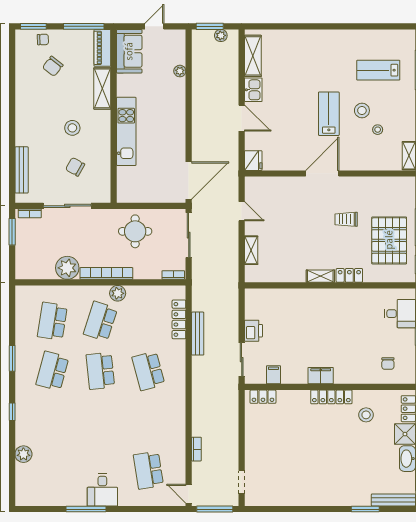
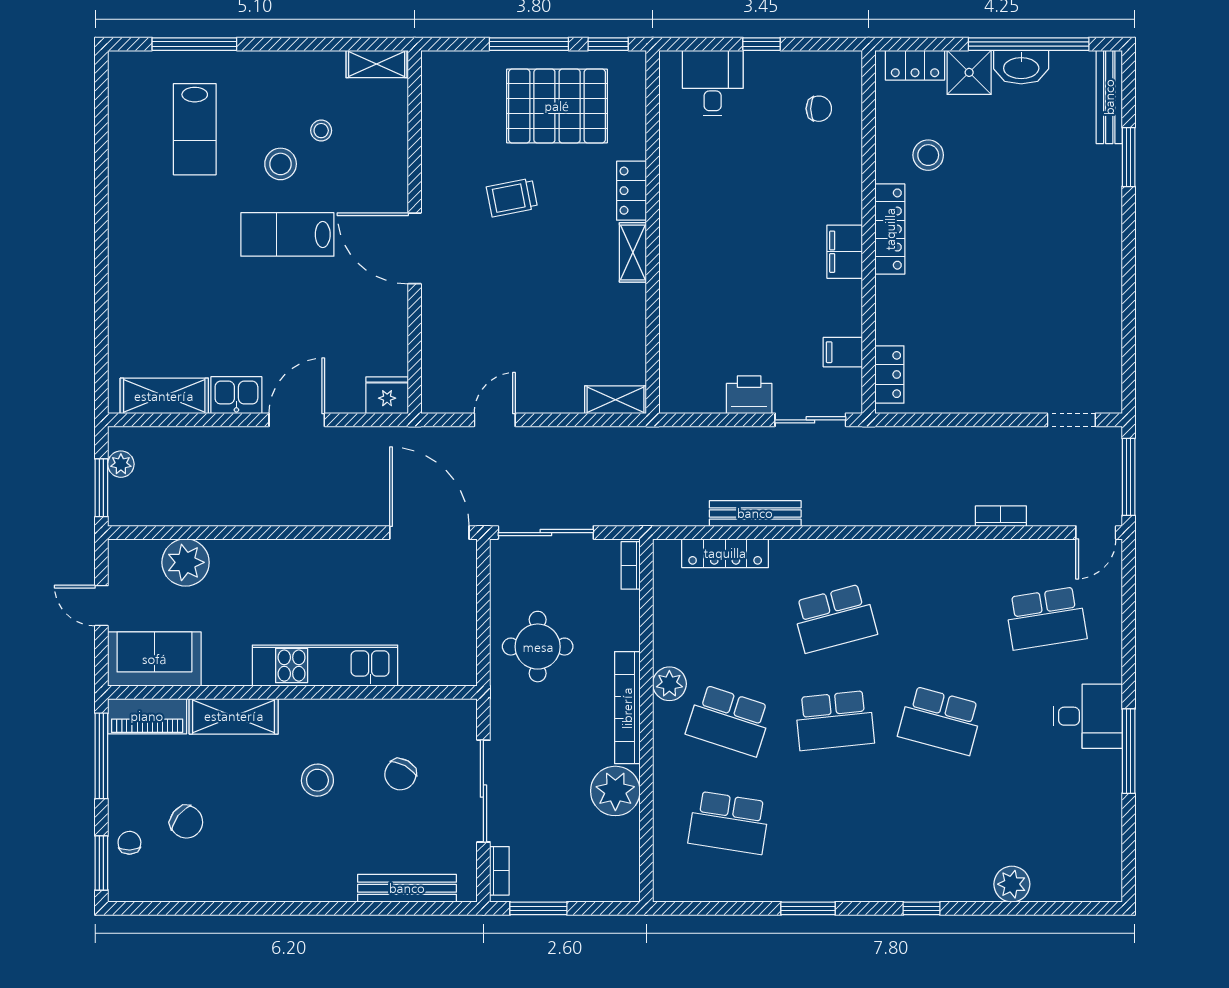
plant: (180, 71) -> (186, 562), width x1.87, depth x1.87
trolley: (346, 219) -> (512, 197), turned 79
shelving: (251, 250) -> (616, 400), moved
school desk: (52, 371) -> (940, 720), moved

